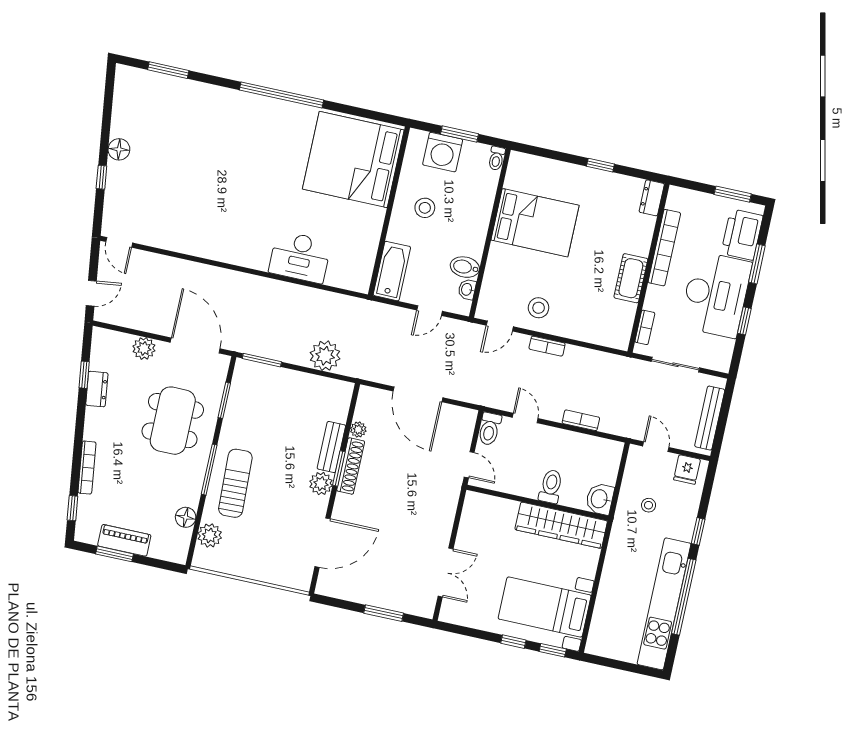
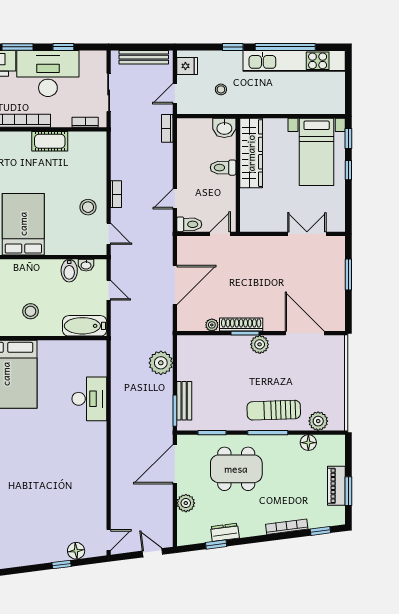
floor lamp: (119, 149) -> (76, 551), moved
bookcase: (581, 420) -> (167, 128), moved
bench: (331, 447) -> (184, 401), moved, turned 90

